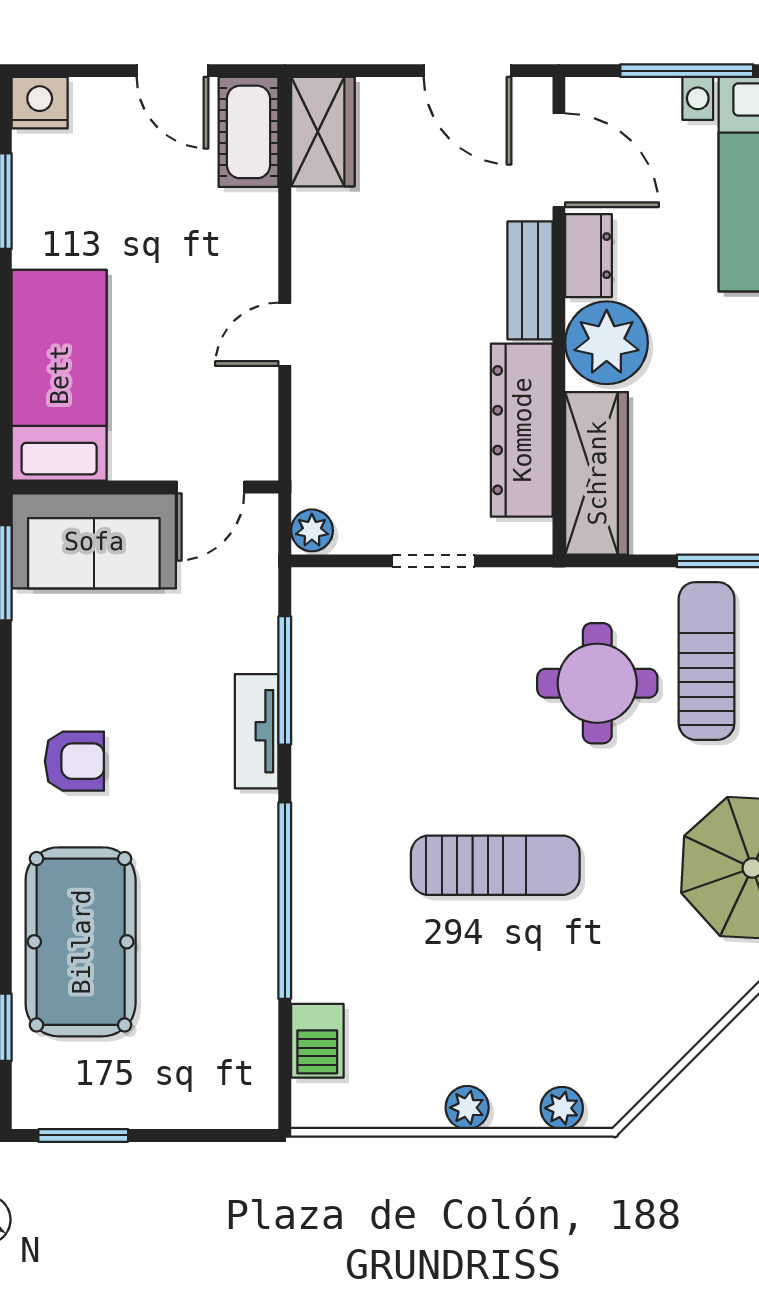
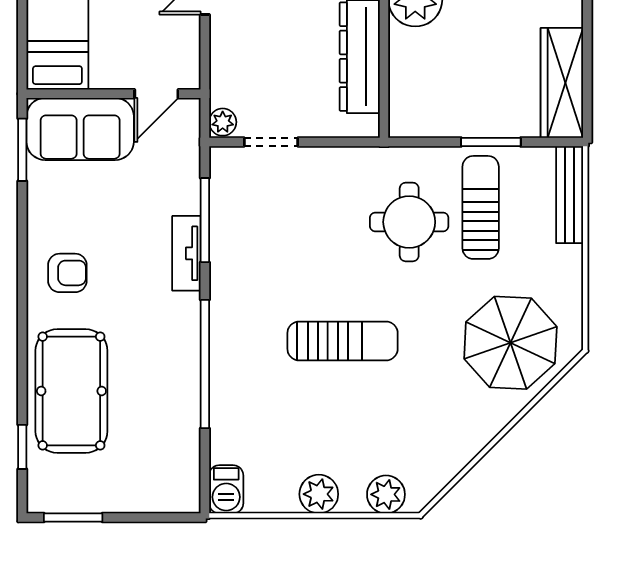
wardrobe: (597, 473) -> (409, 85), removed
doorway: (433, 561) -> (271, 142), moved
barbecue: (317, 1041) -> (226, 489), moved
plant: (467, 1108) -> (319, 494), width x1.38, depth x1.38
plant: (562, 1108) -> (386, 494), width x1.38, depth x1.38

